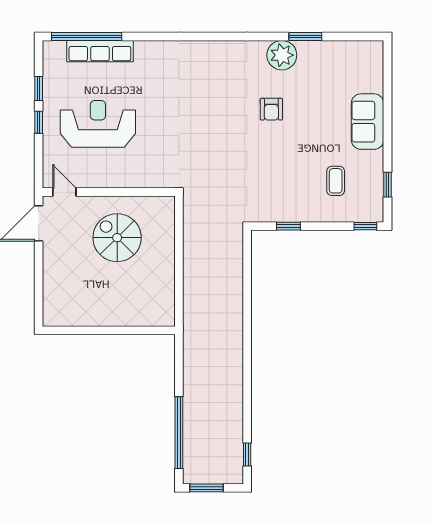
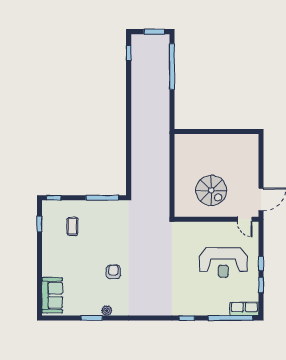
window: (156, 37) -> (187, 318), added
row of seats: (100, 51) -> (244, 309), moved, width x0.68
plant: (282, 55) -> (107, 311), width x0.53, depth x0.53
sofa: (368, 122) -> (52, 295), moved
window: (288, 226) -> (102, 198), width x2.17

